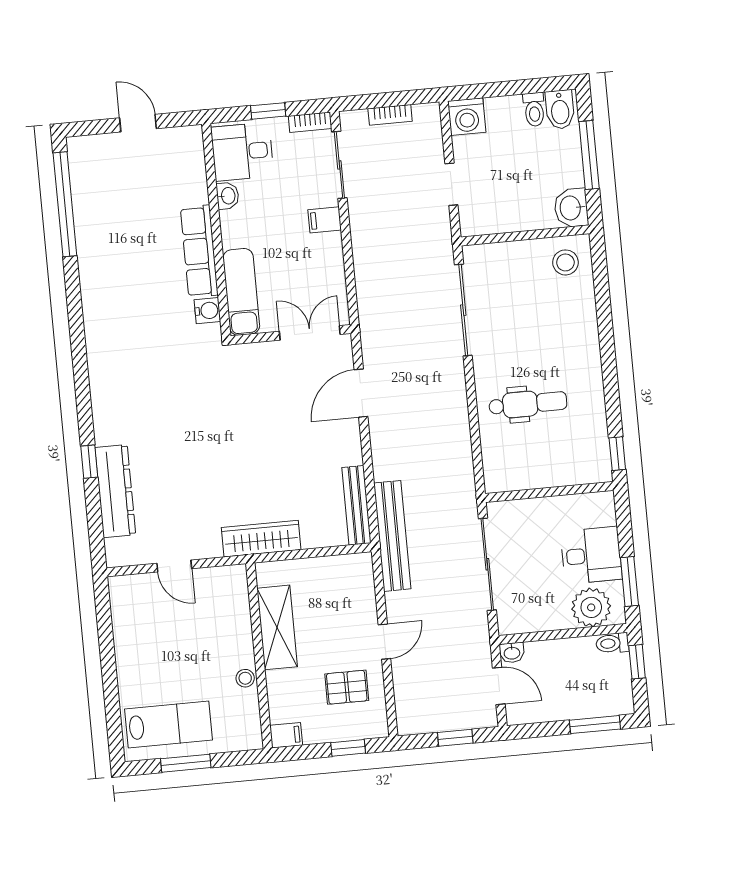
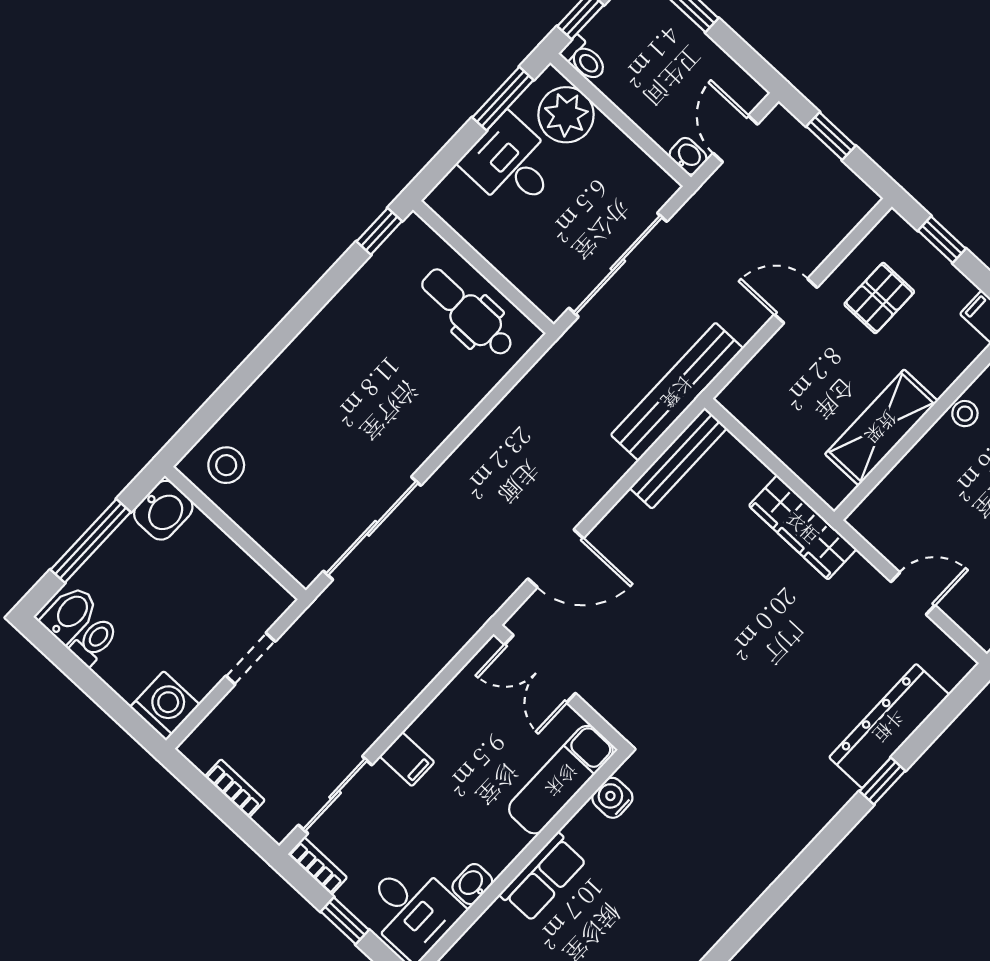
row of seats: (199, 251) -> (543, 877), width x0.68
dental chair: (528, 404) -> (468, 313), moved
door: (174, 566) -> (913, 594), hinge flipped
pallet: (347, 687) -> (879, 298), turned 90

